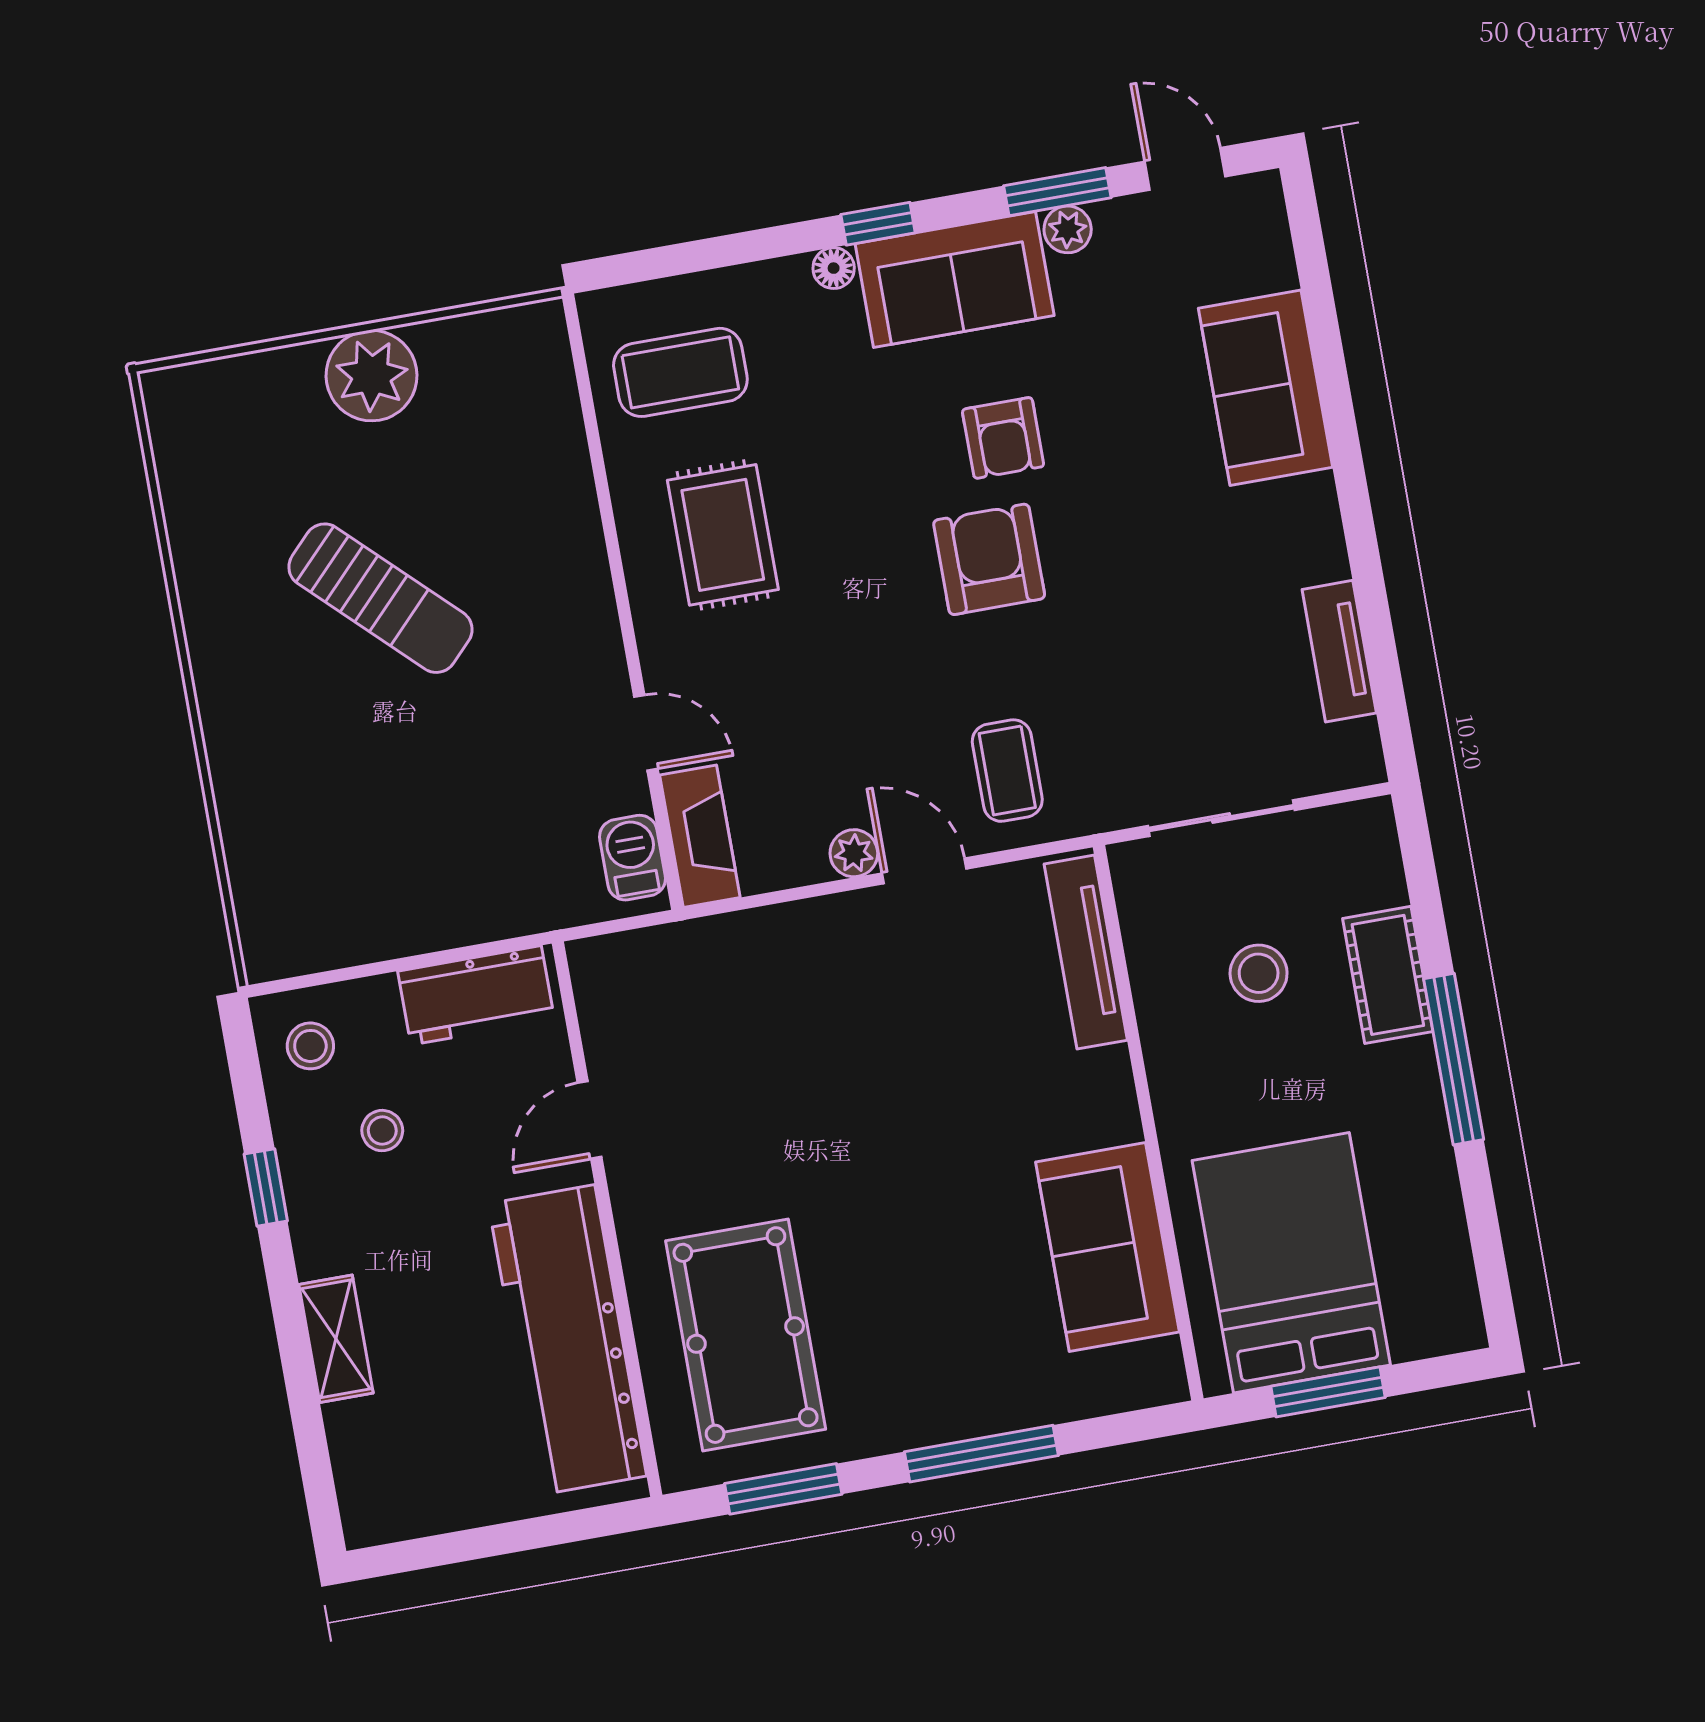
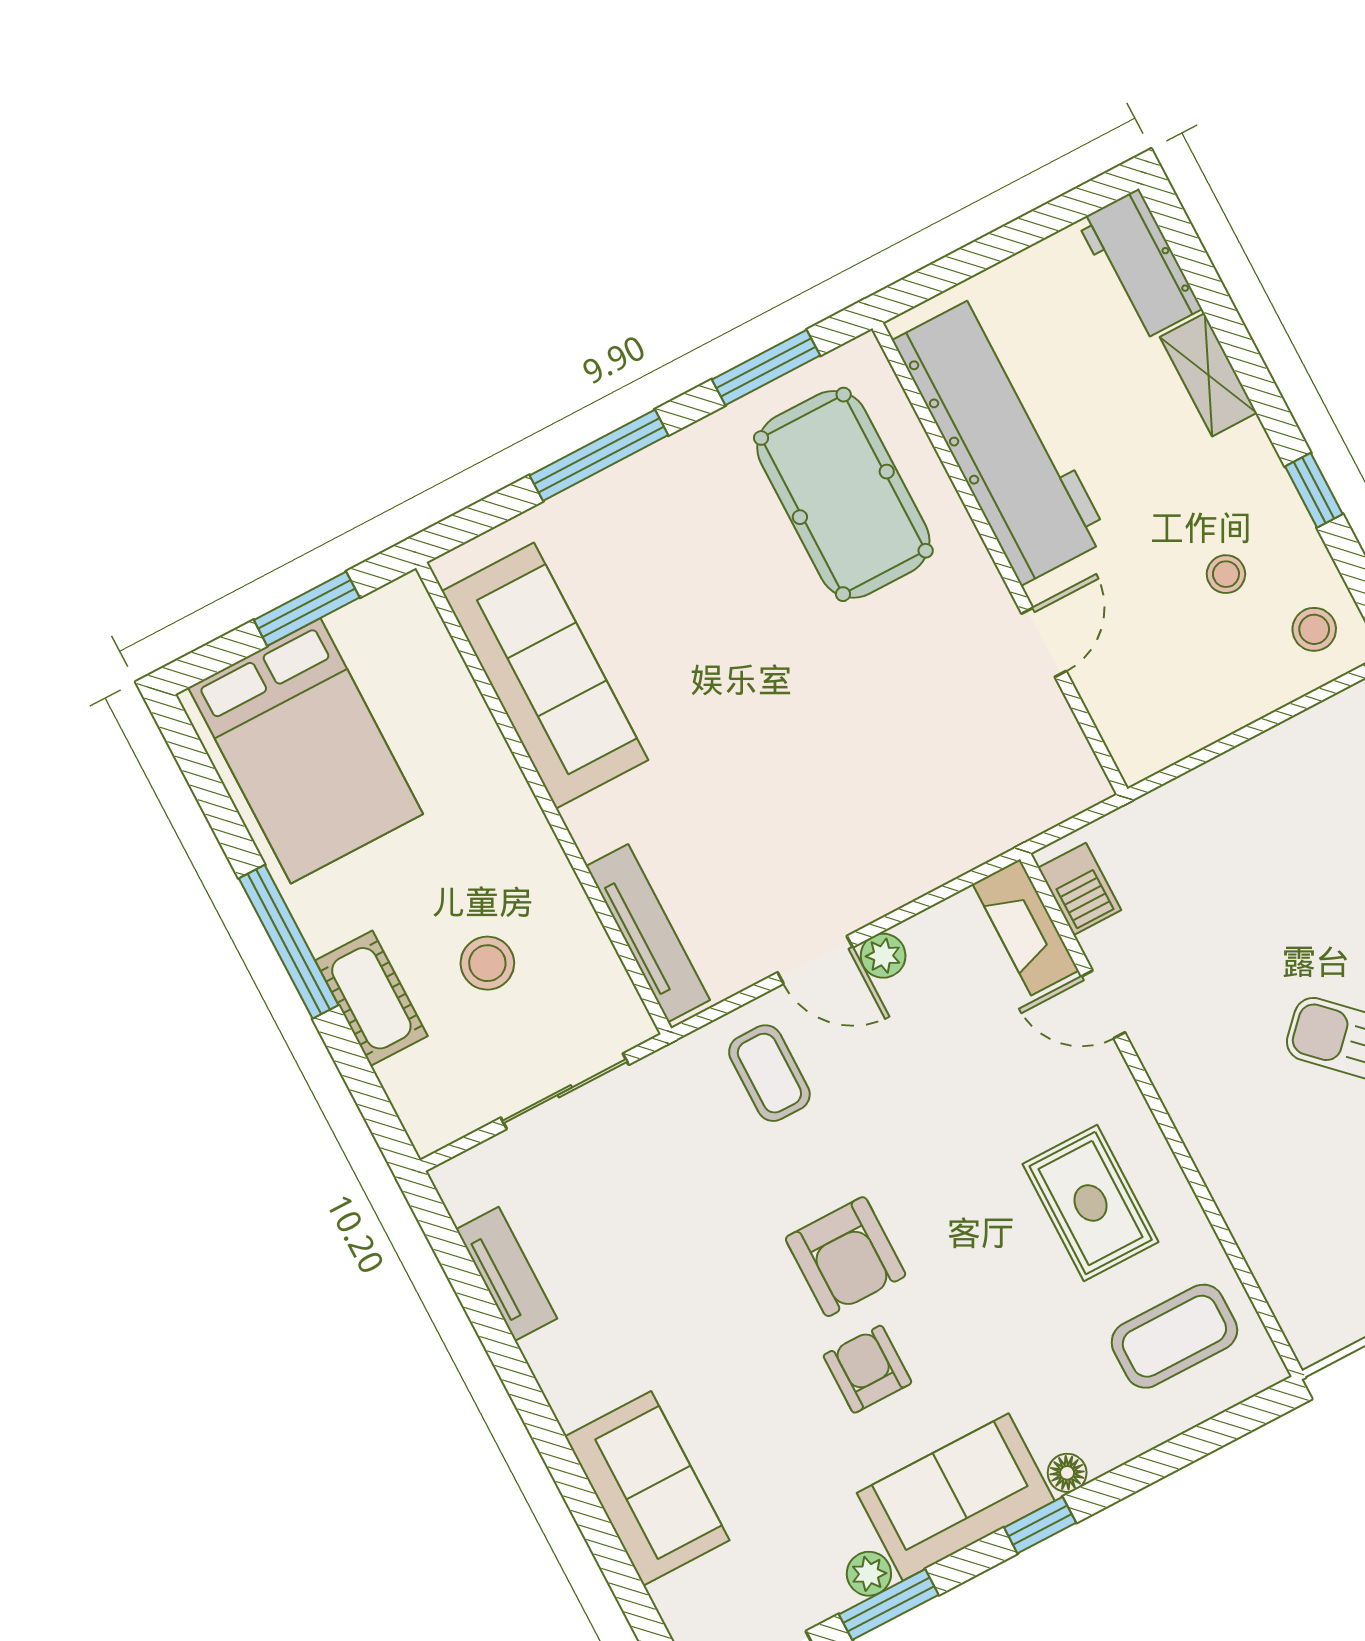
workbench: (476, 995) -> (1139, 265), moved, turned -90
sofa: (1107, 1247) -> (545, 676), width x1.36
bed: (1291, 1263) -> (306, 751), moved

